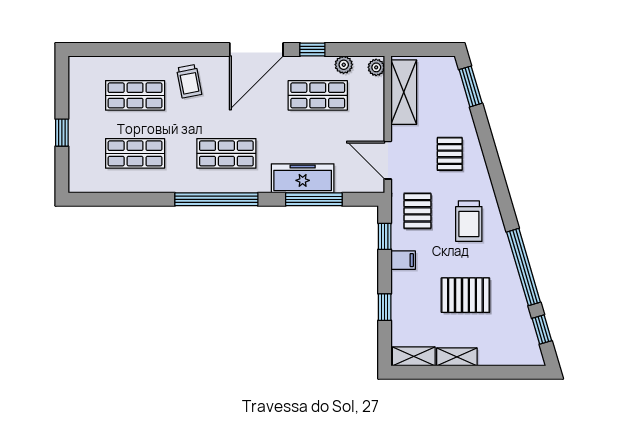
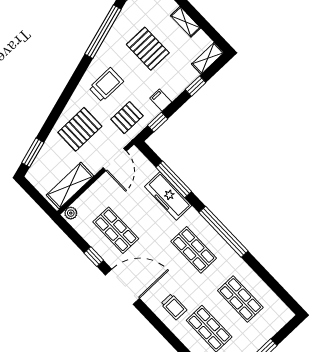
plant: (344, 65) -> (86, 232), removed
trolley: (189, 81) -> (174, 307), turned 101
pallet: (450, 154) -> (80, 129), width x1.50, depth x1.42
shelving: (414, 356) -> (208, 58), moved, turned 90

